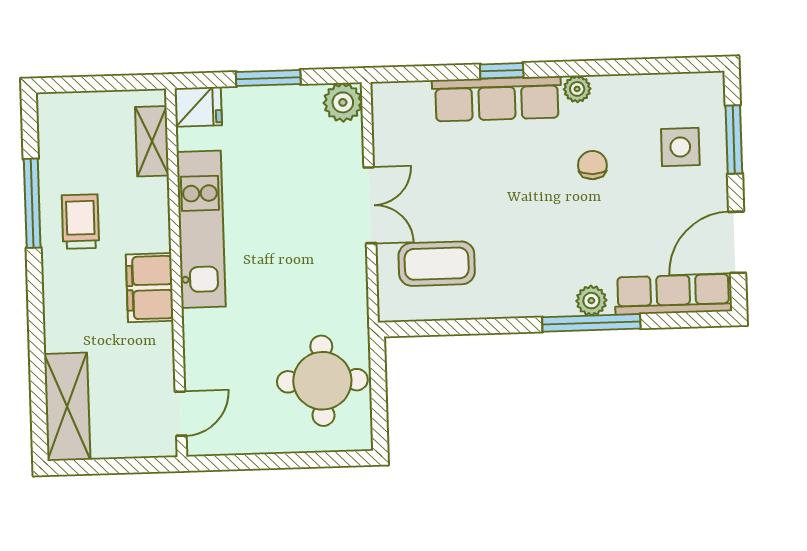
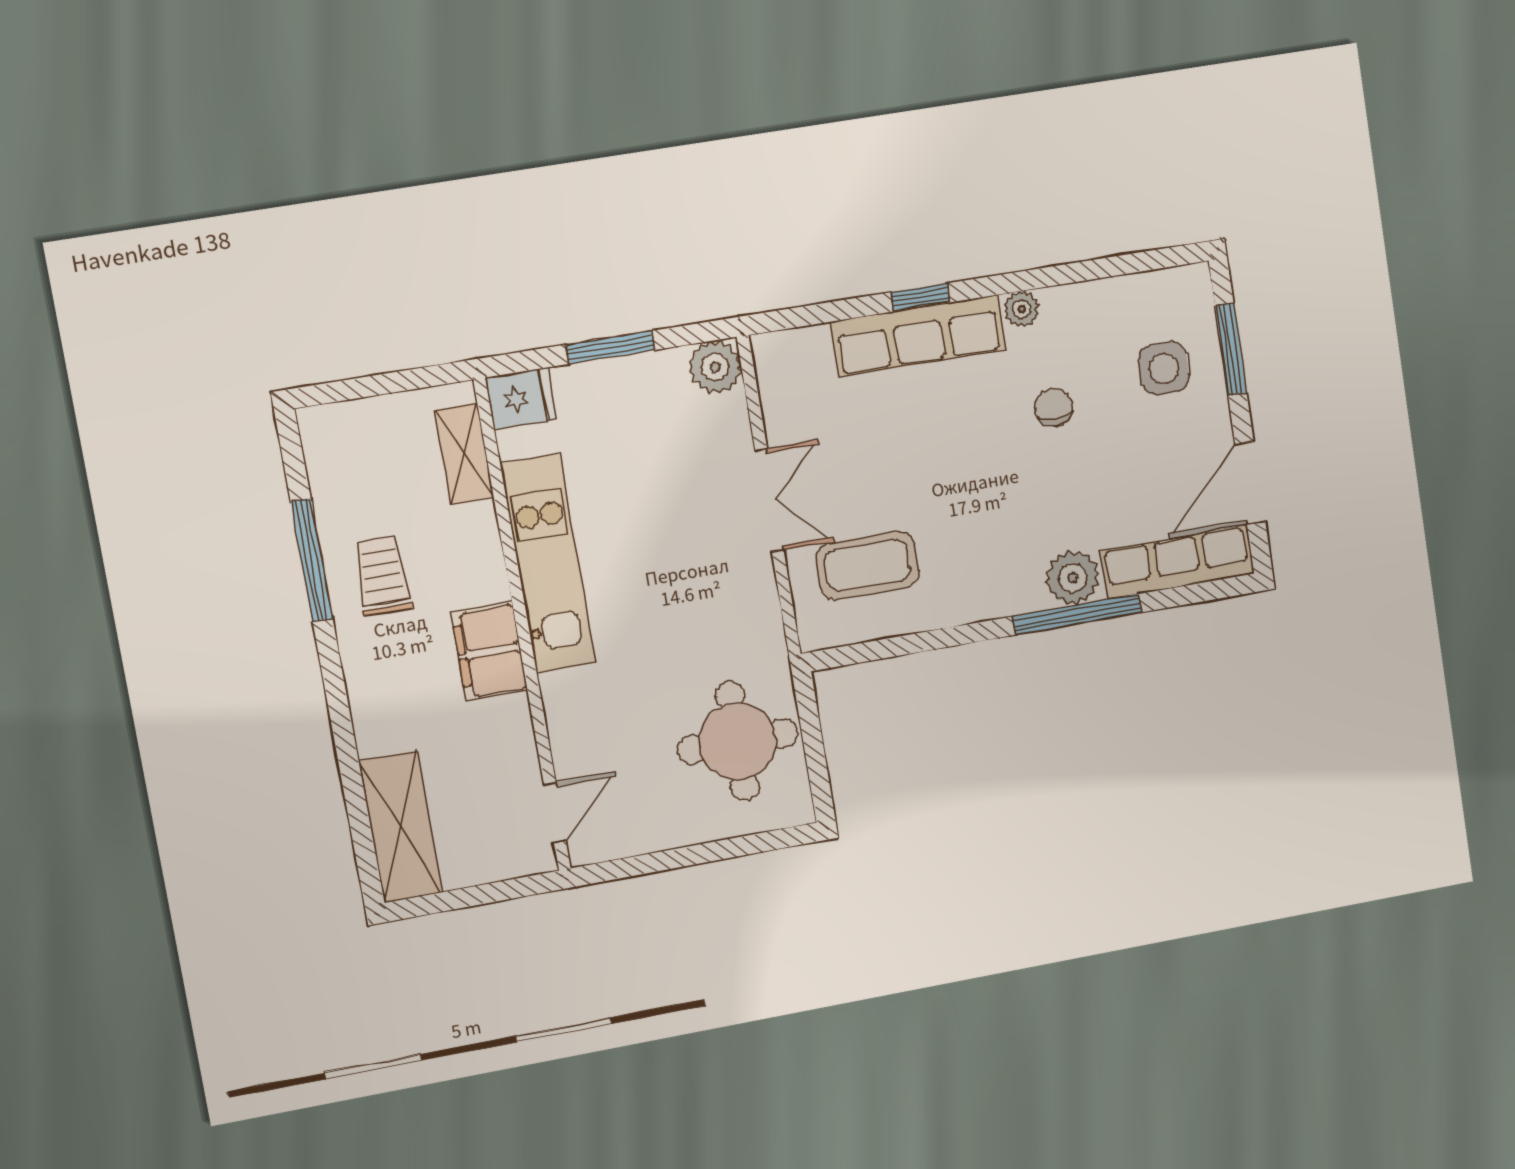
plant: (591, 301) -> (1073, 578), width x1.38, depth x1.38

